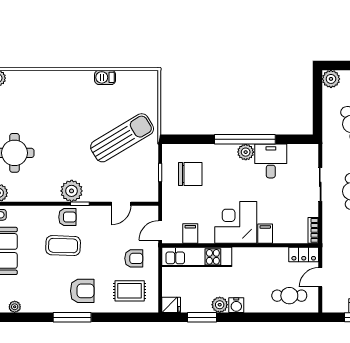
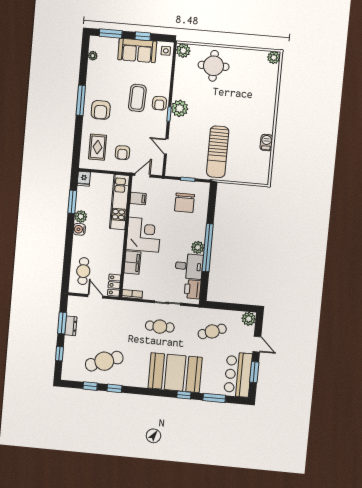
sun lounger: (122, 138) -> (218, 152), turned 31
printer: (300, 154) -> (193, 289), added
door: (160, 230) -> (142, 175), hinge flipped
filing cabinet: (265, 234) -> (132, 262), width x2.00

